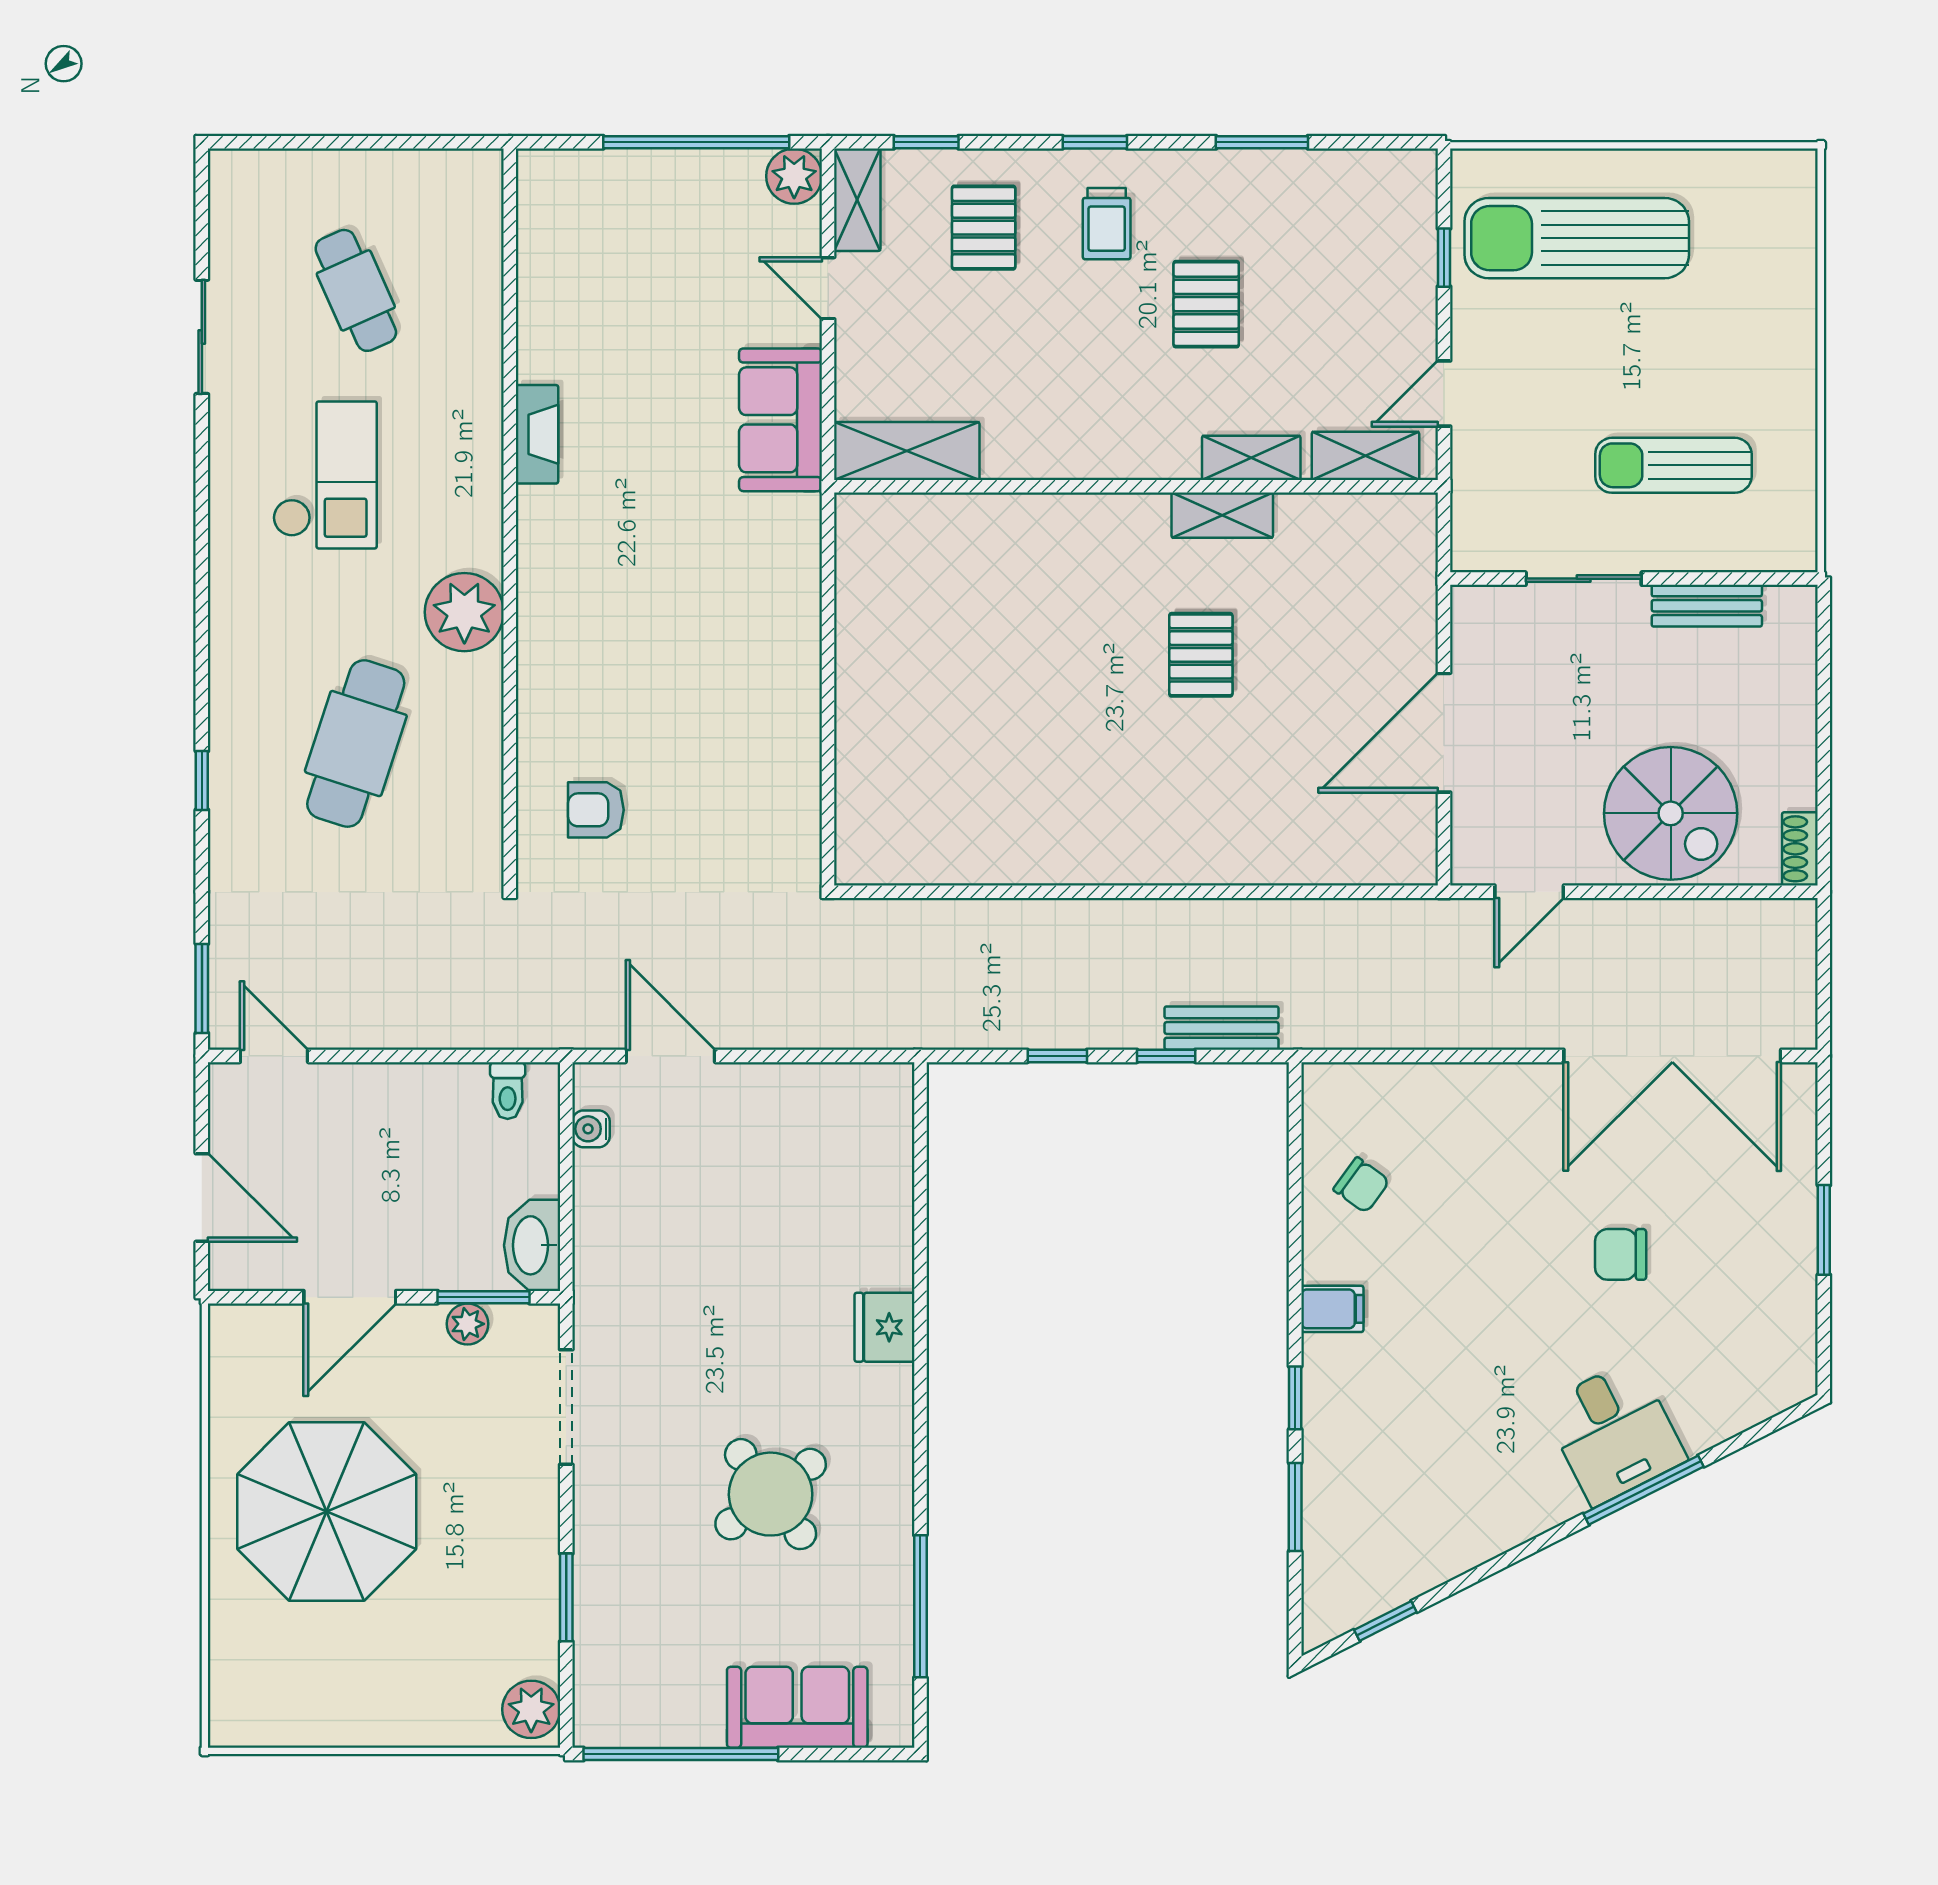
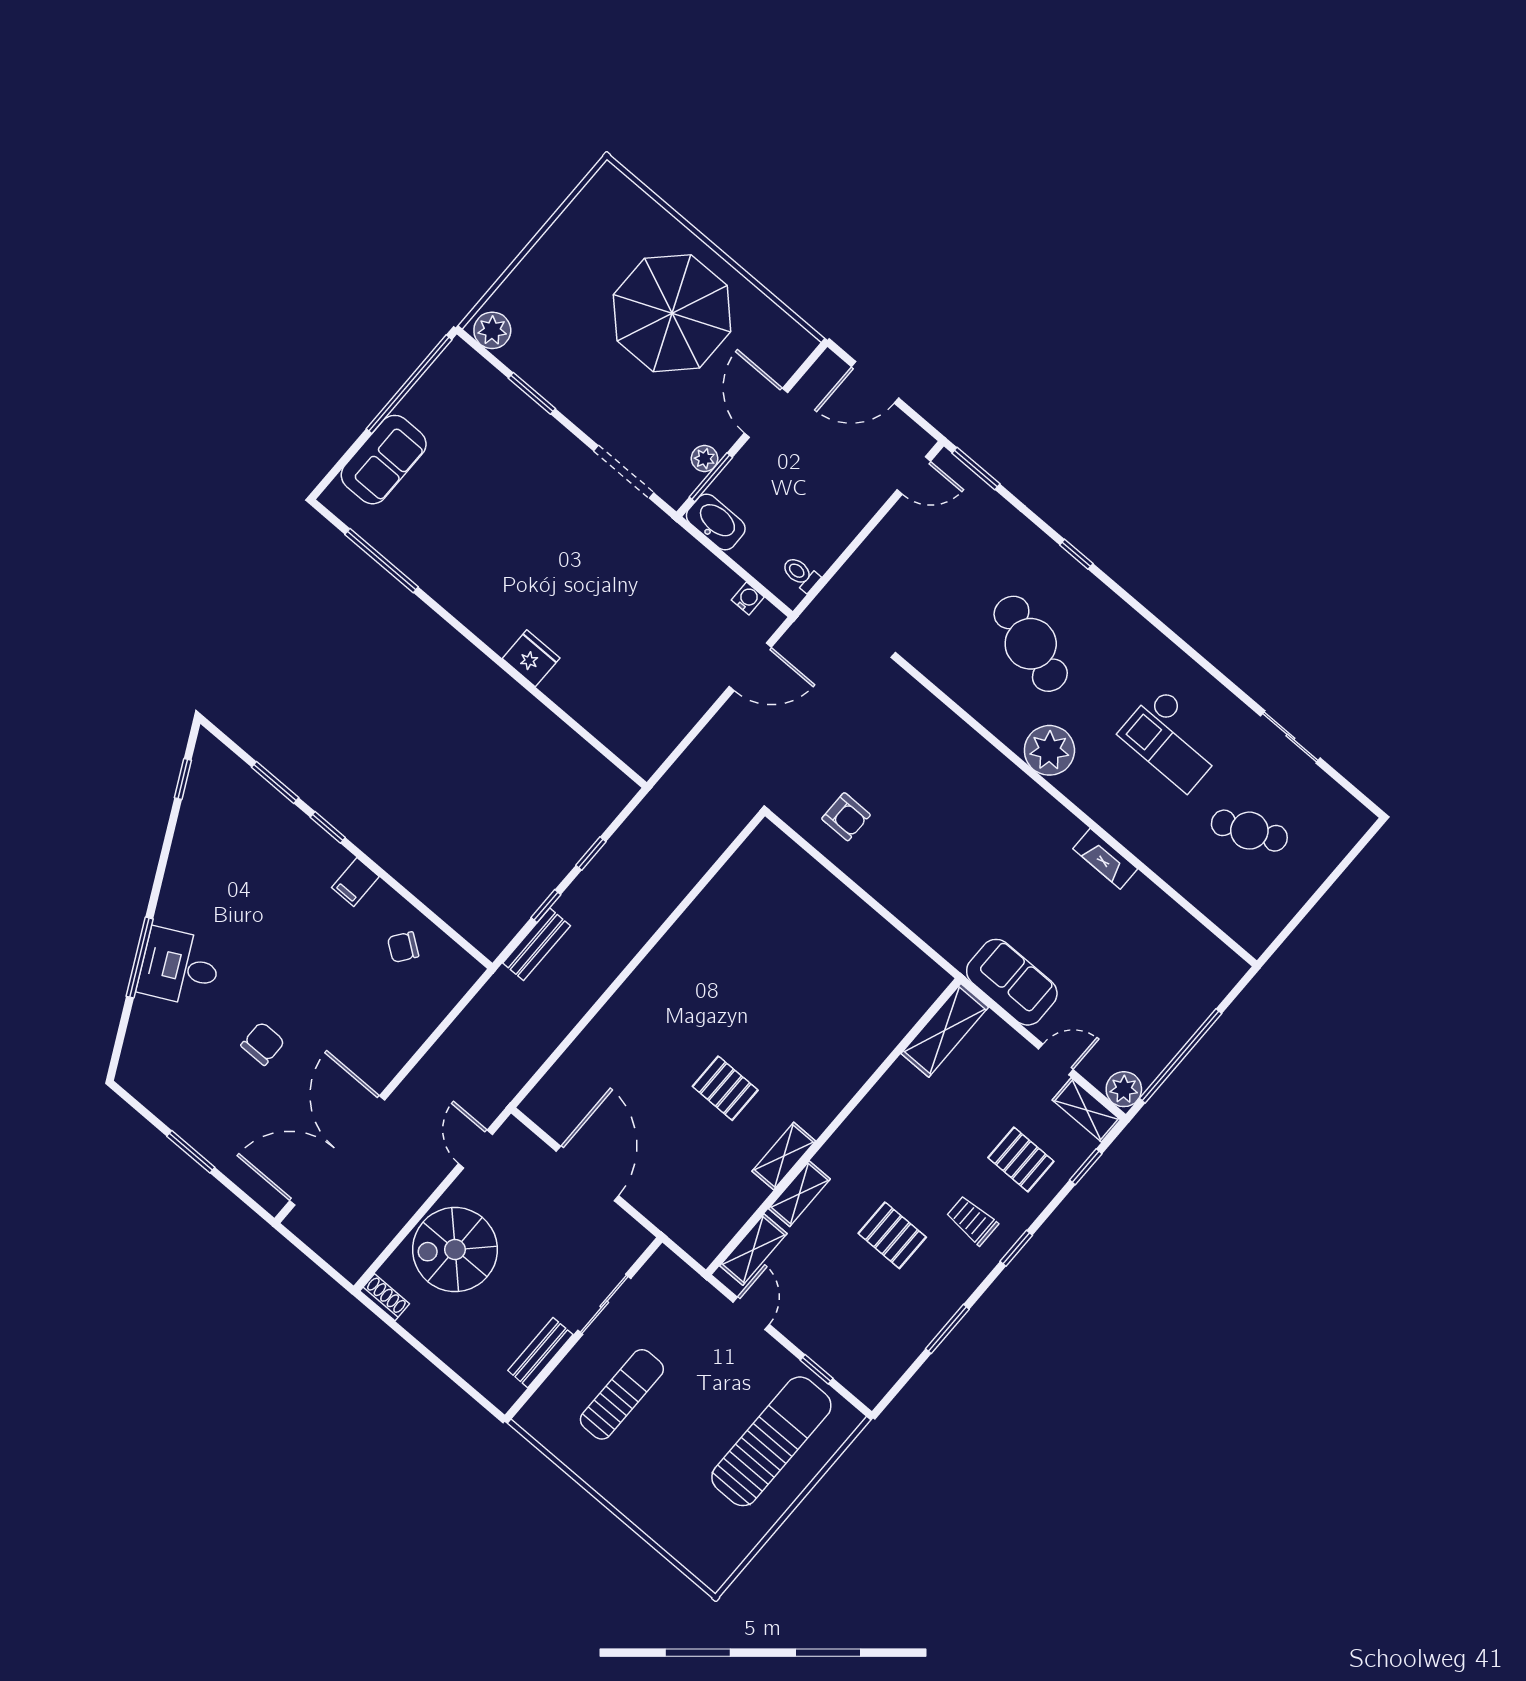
armchair: (596, 810) -> (846, 817), moved, turned 90
round table: (771, 1494) -> (497, 535), removed

